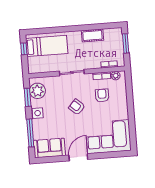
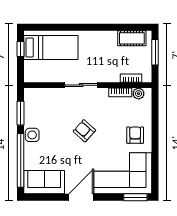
cot: (92, 35) -> (132, 38), moved
plant: (37, 91) -> (34, 106), removed
armchair: (102, 95) -> (135, 135), moved
window: (30, 133) -> (21, 160), width x1.46
window: (119, 154) -> (135, 197), added

